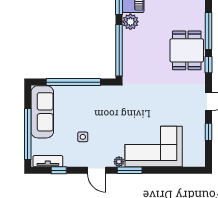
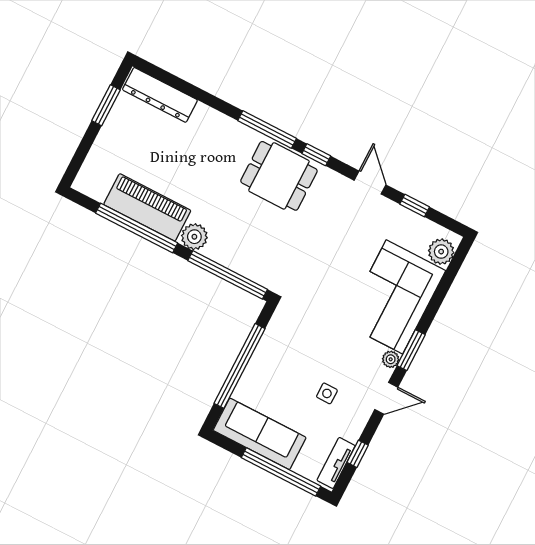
plant: (191, 159) -> (441, 252), added

